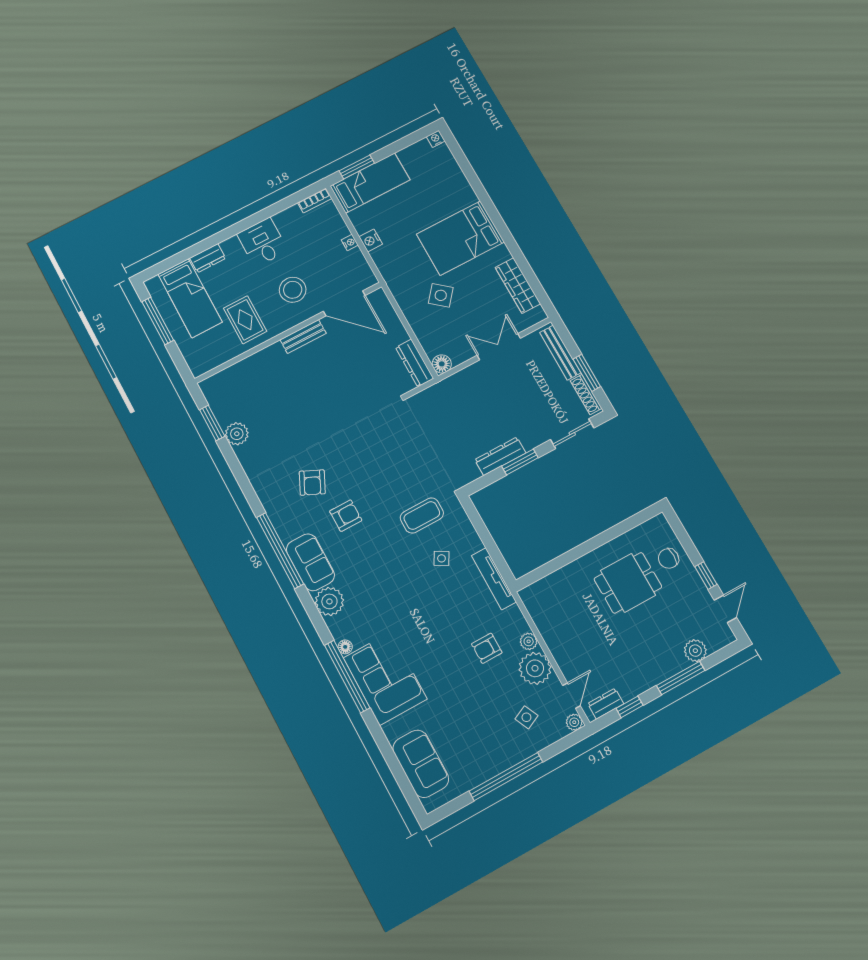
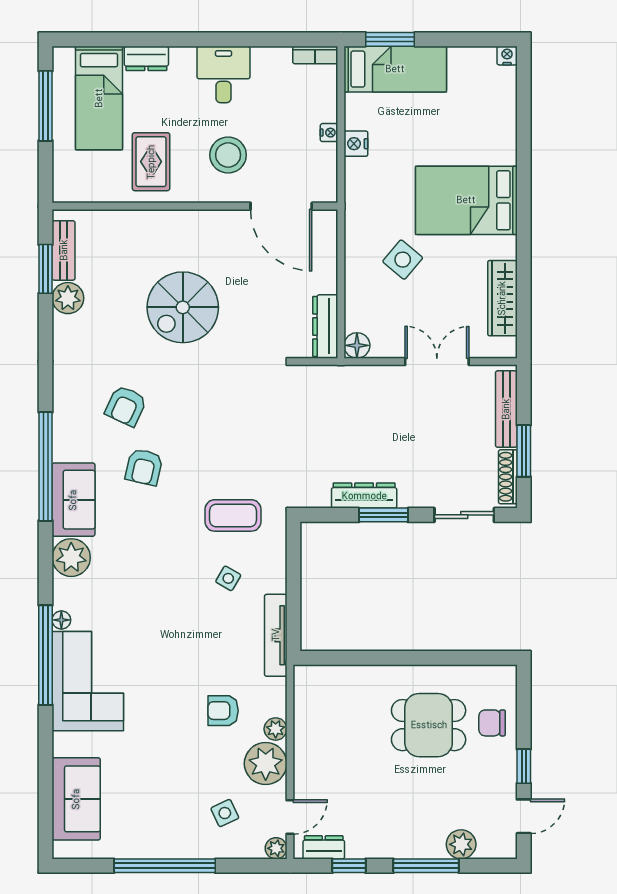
bench: (303, 337) -> (64, 250), moved, turned 90
spiral stairs: (315, 400) -> (183, 307), added
armchair: (346, 516) -> (144, 467), turned 103

